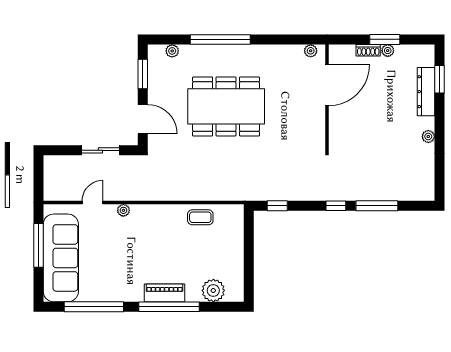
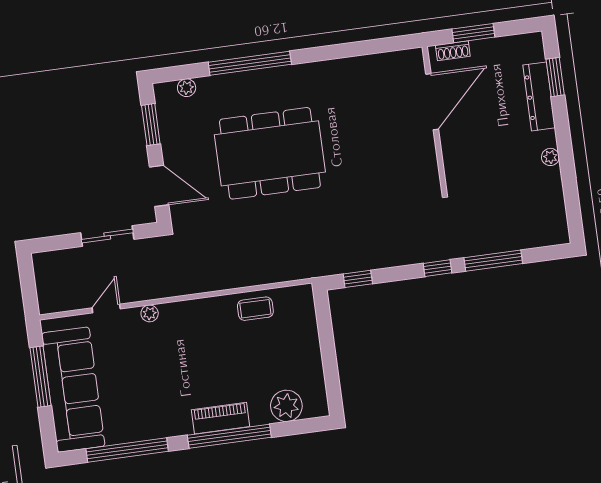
plant: (311, 51) -> (375, 62), removed
plant: (388, 51) -> (479, 48), removed
door: (327, 85) -> (432, 102), moved
wall: (327, 98) -> (435, 120), moved

